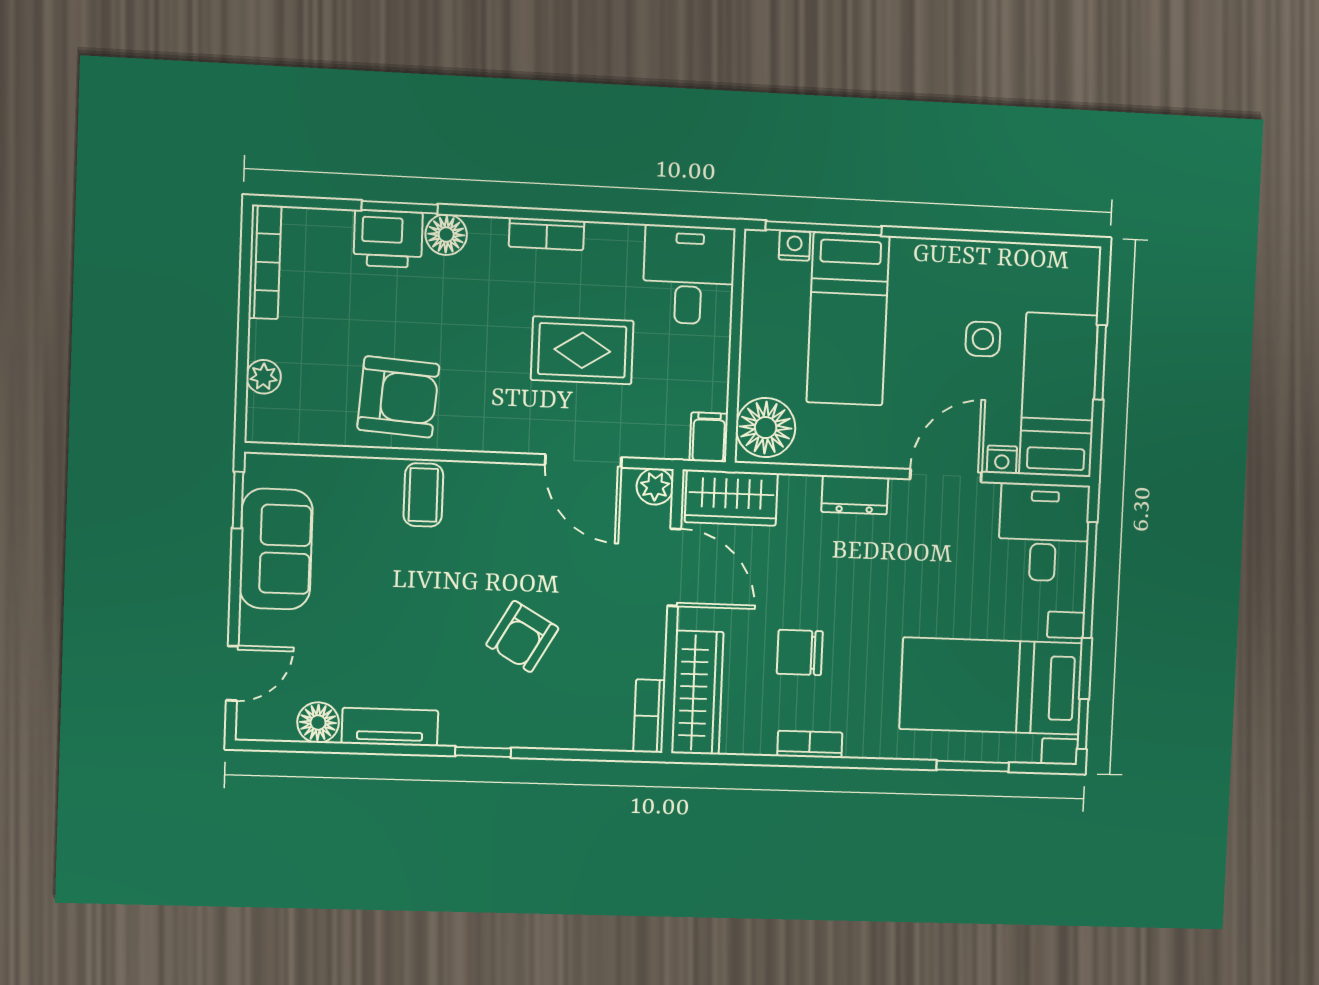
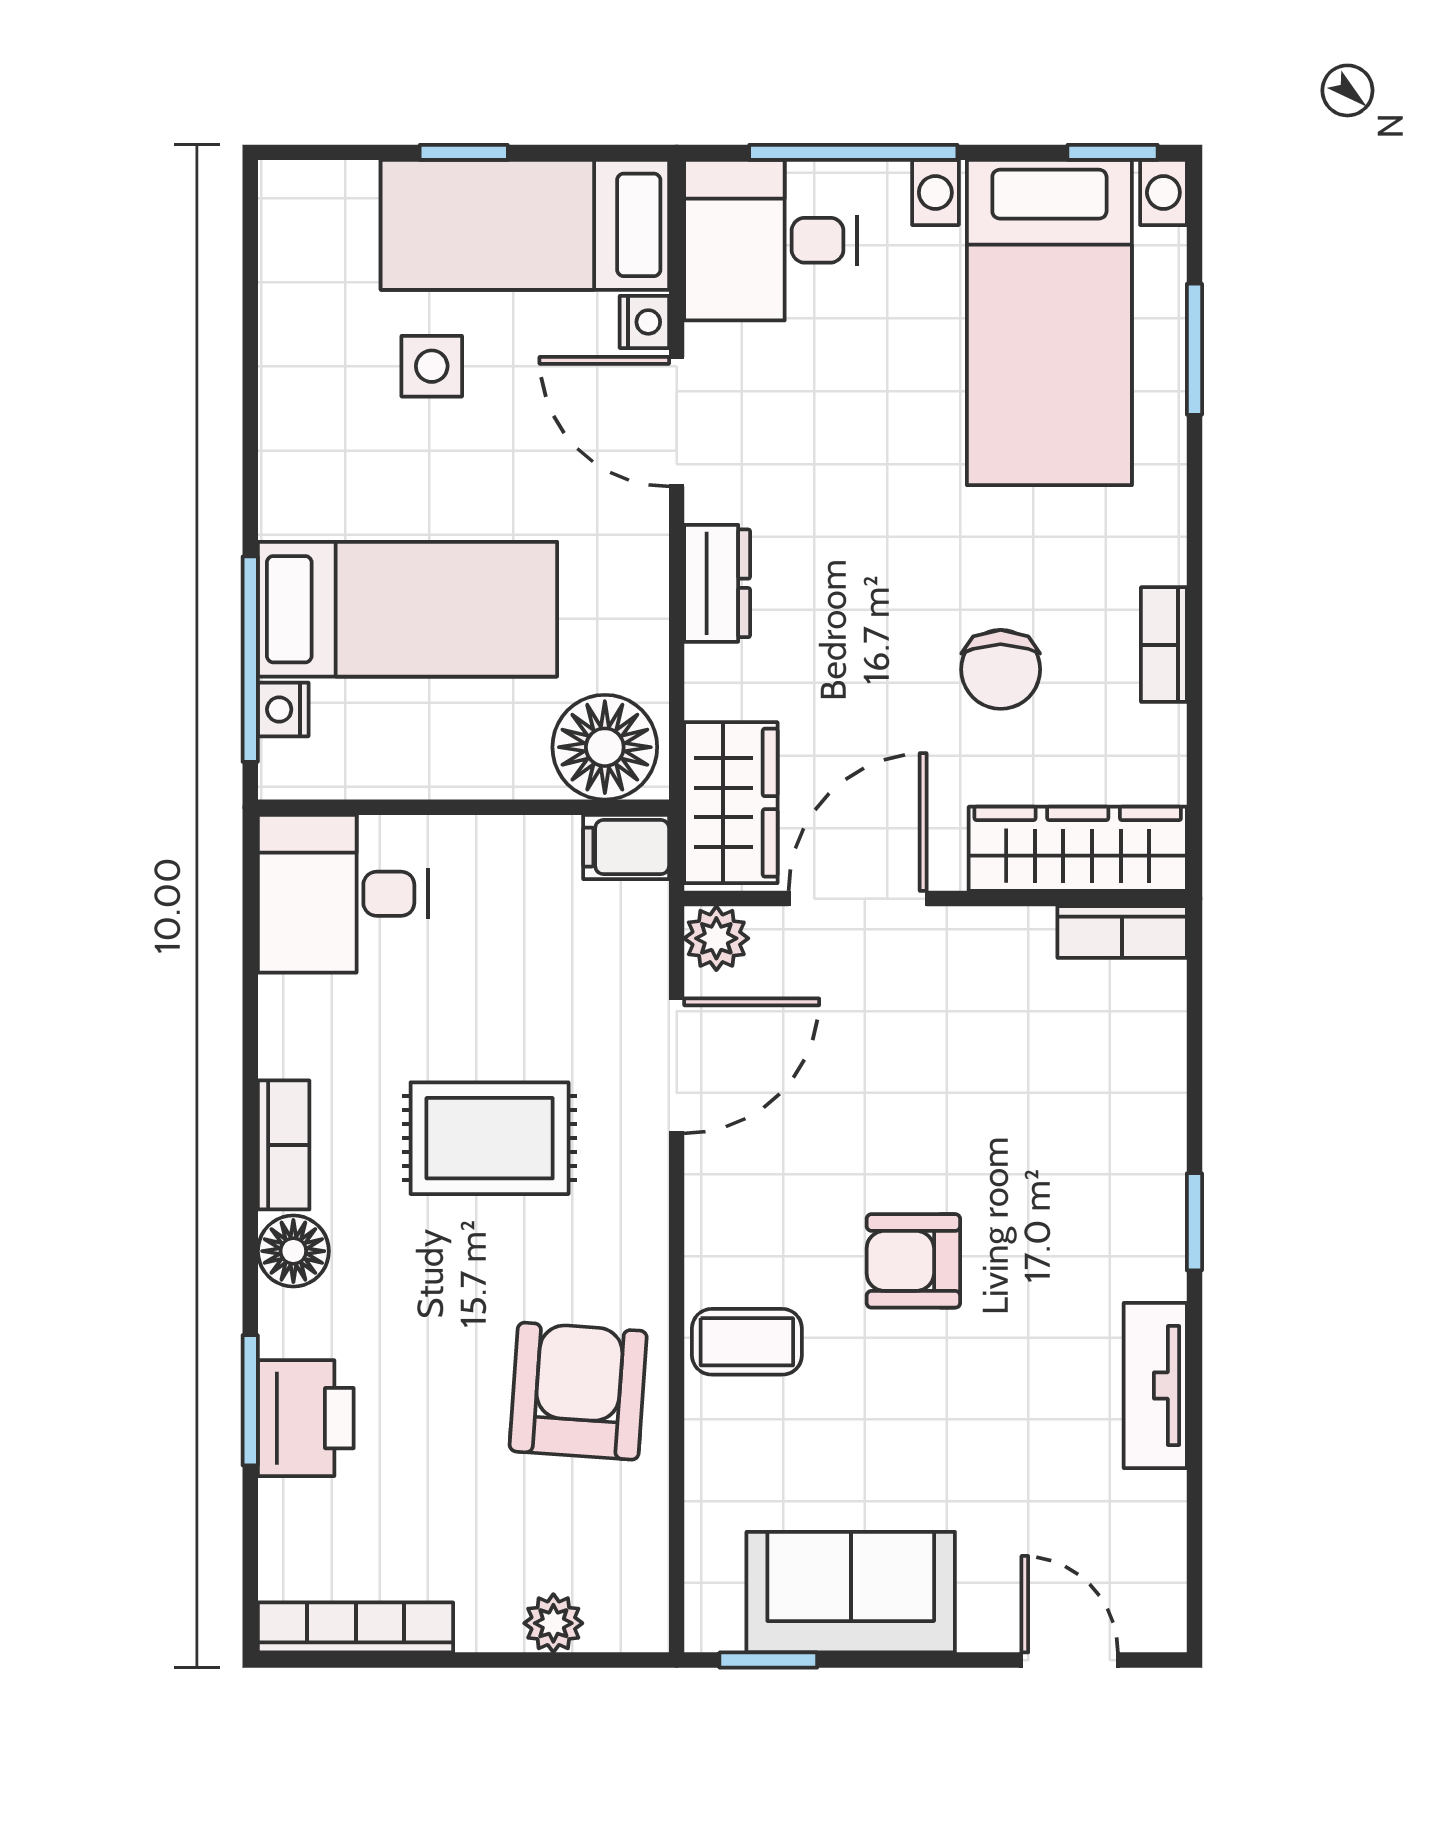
floor lamp: (446, 235) -> (293, 1251), moved
rug: (582, 350) -> (490, 1138), moved, turned 90
window: (1100, 362) -> (464, 152), width x0.67
armchair: (522, 636) -> (913, 1261), moved, turned 150
floor lamp: (318, 723) -> (1151, 1510), removed

